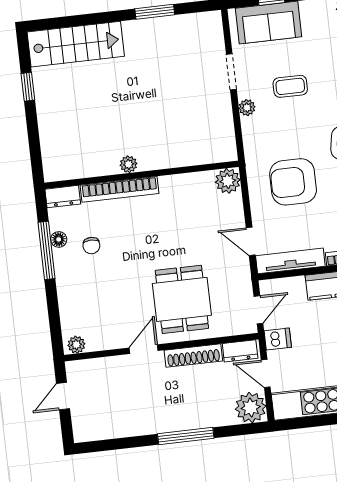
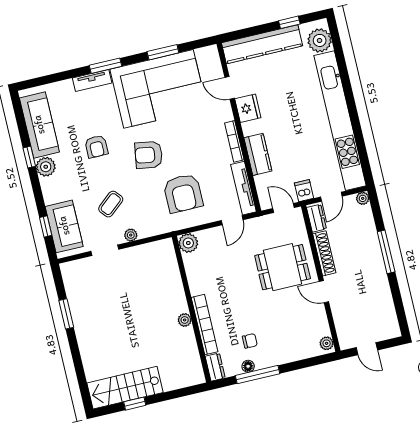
stairs: (76, 44) -> (125, 388), moved, turned -90
coffee table: (290, 86) -> (111, 204), turned 50
plant: (251, 408) -> (363, 198), width x0.53, depth x0.53

